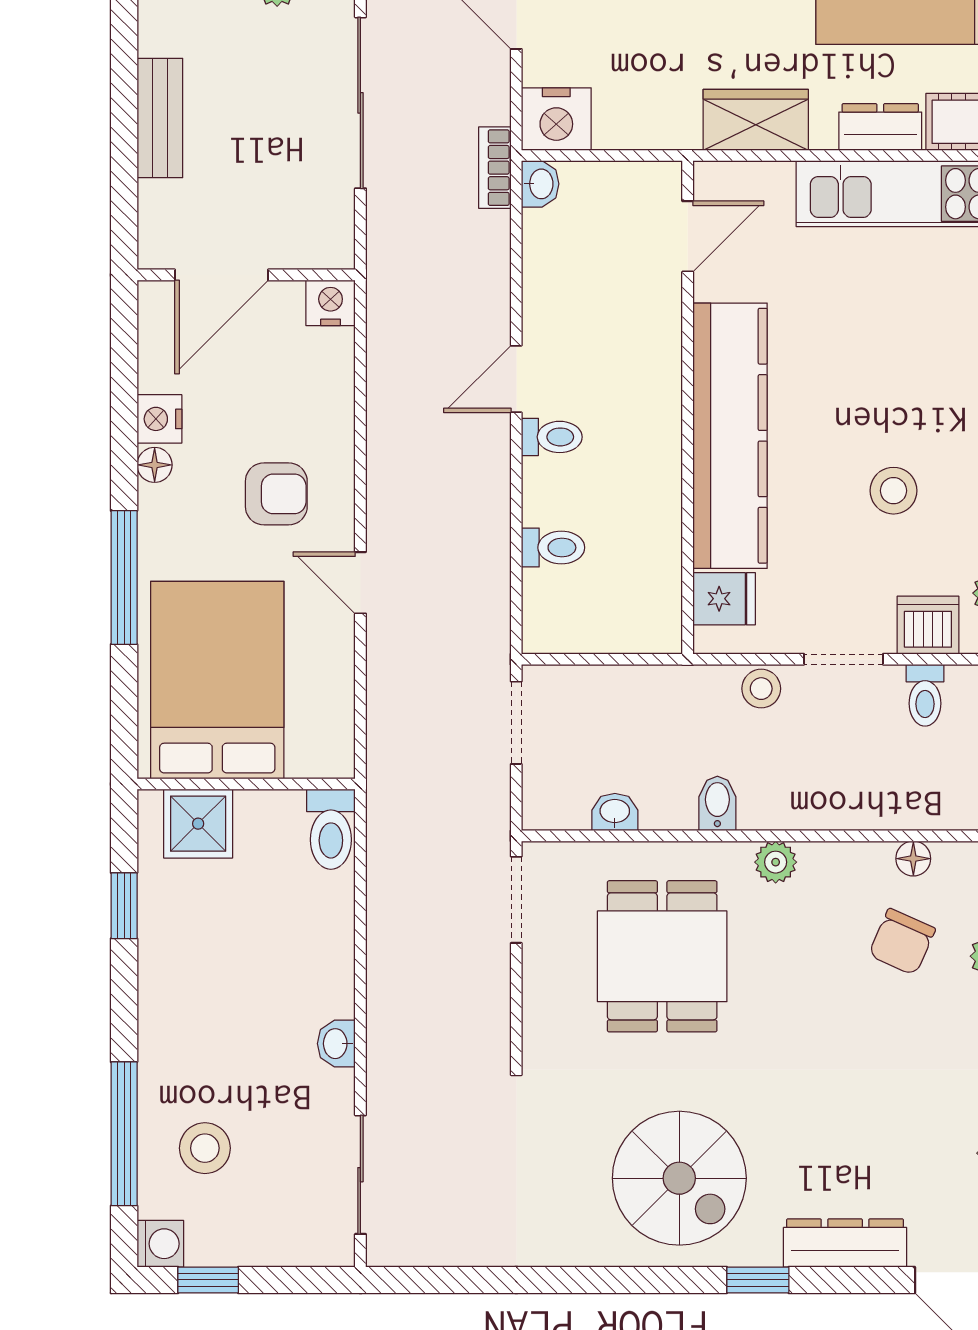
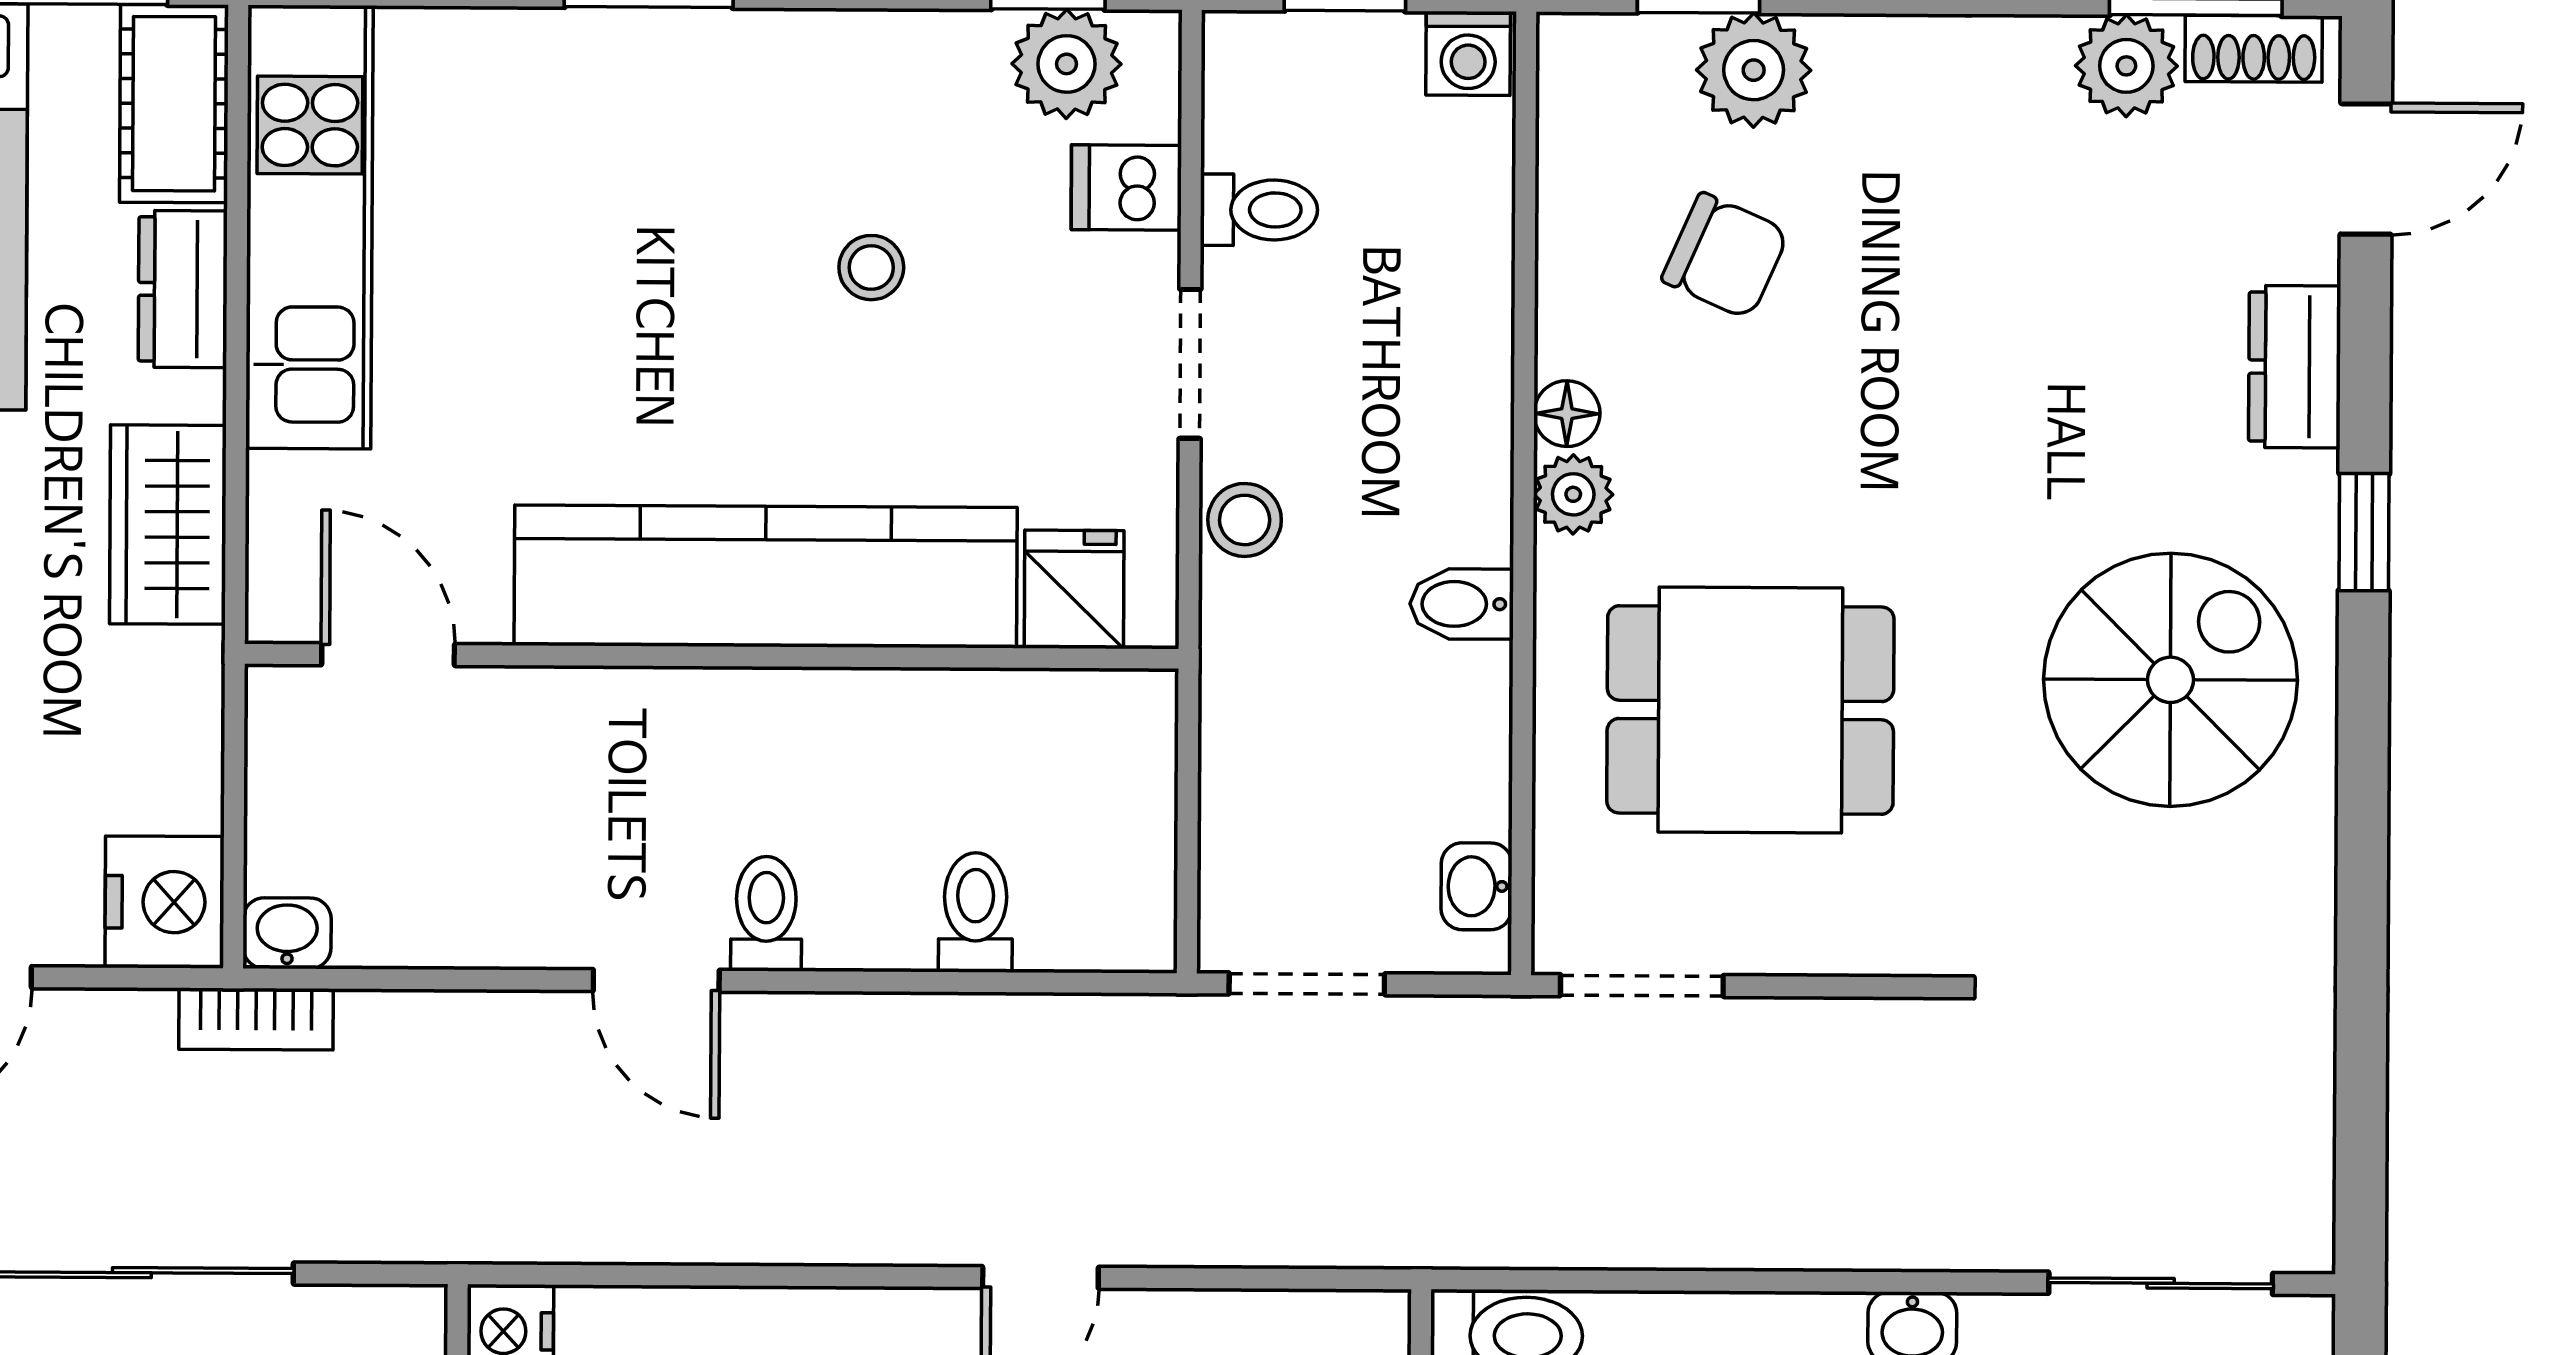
stool: (893, 491) -> (871, 268), width x0.73, depth x0.73
dishwasher: (928, 625) -> (1126, 188), width x0.73
washbasin: (615, 812) -> (1476, 886), moved
floor lamp: (913, 859) -> (1567, 414), moved
dresser: (845, 1243) -> (2295, 367), width x0.70

